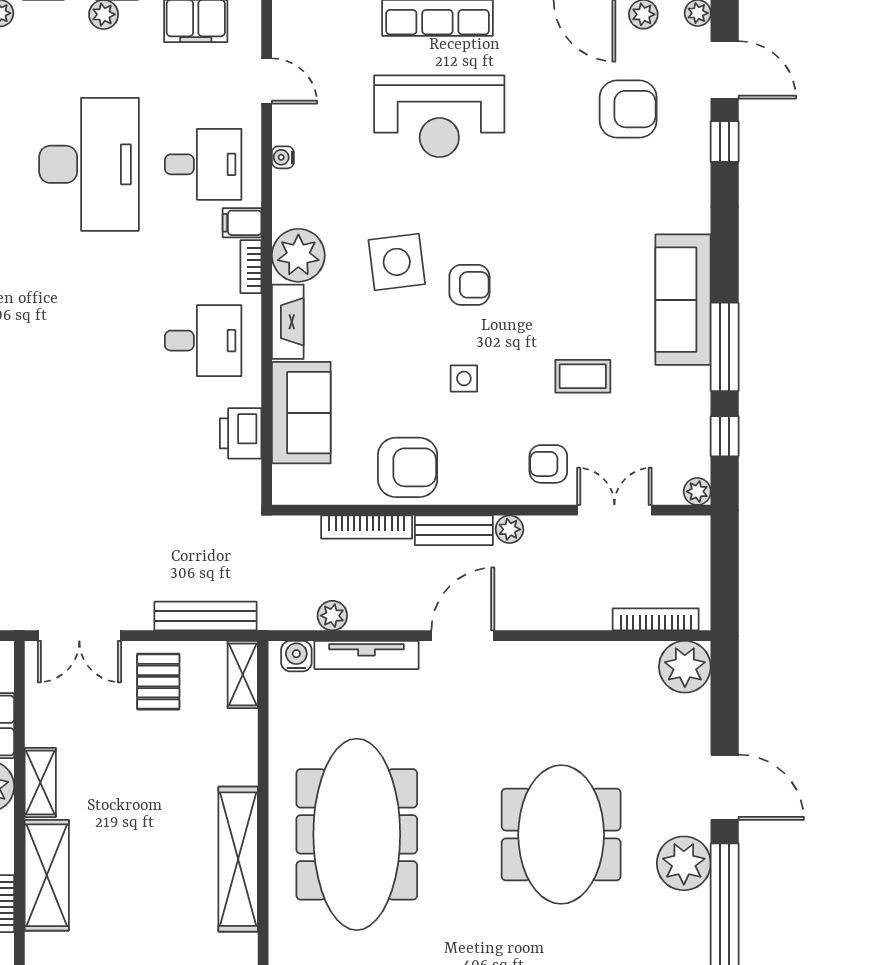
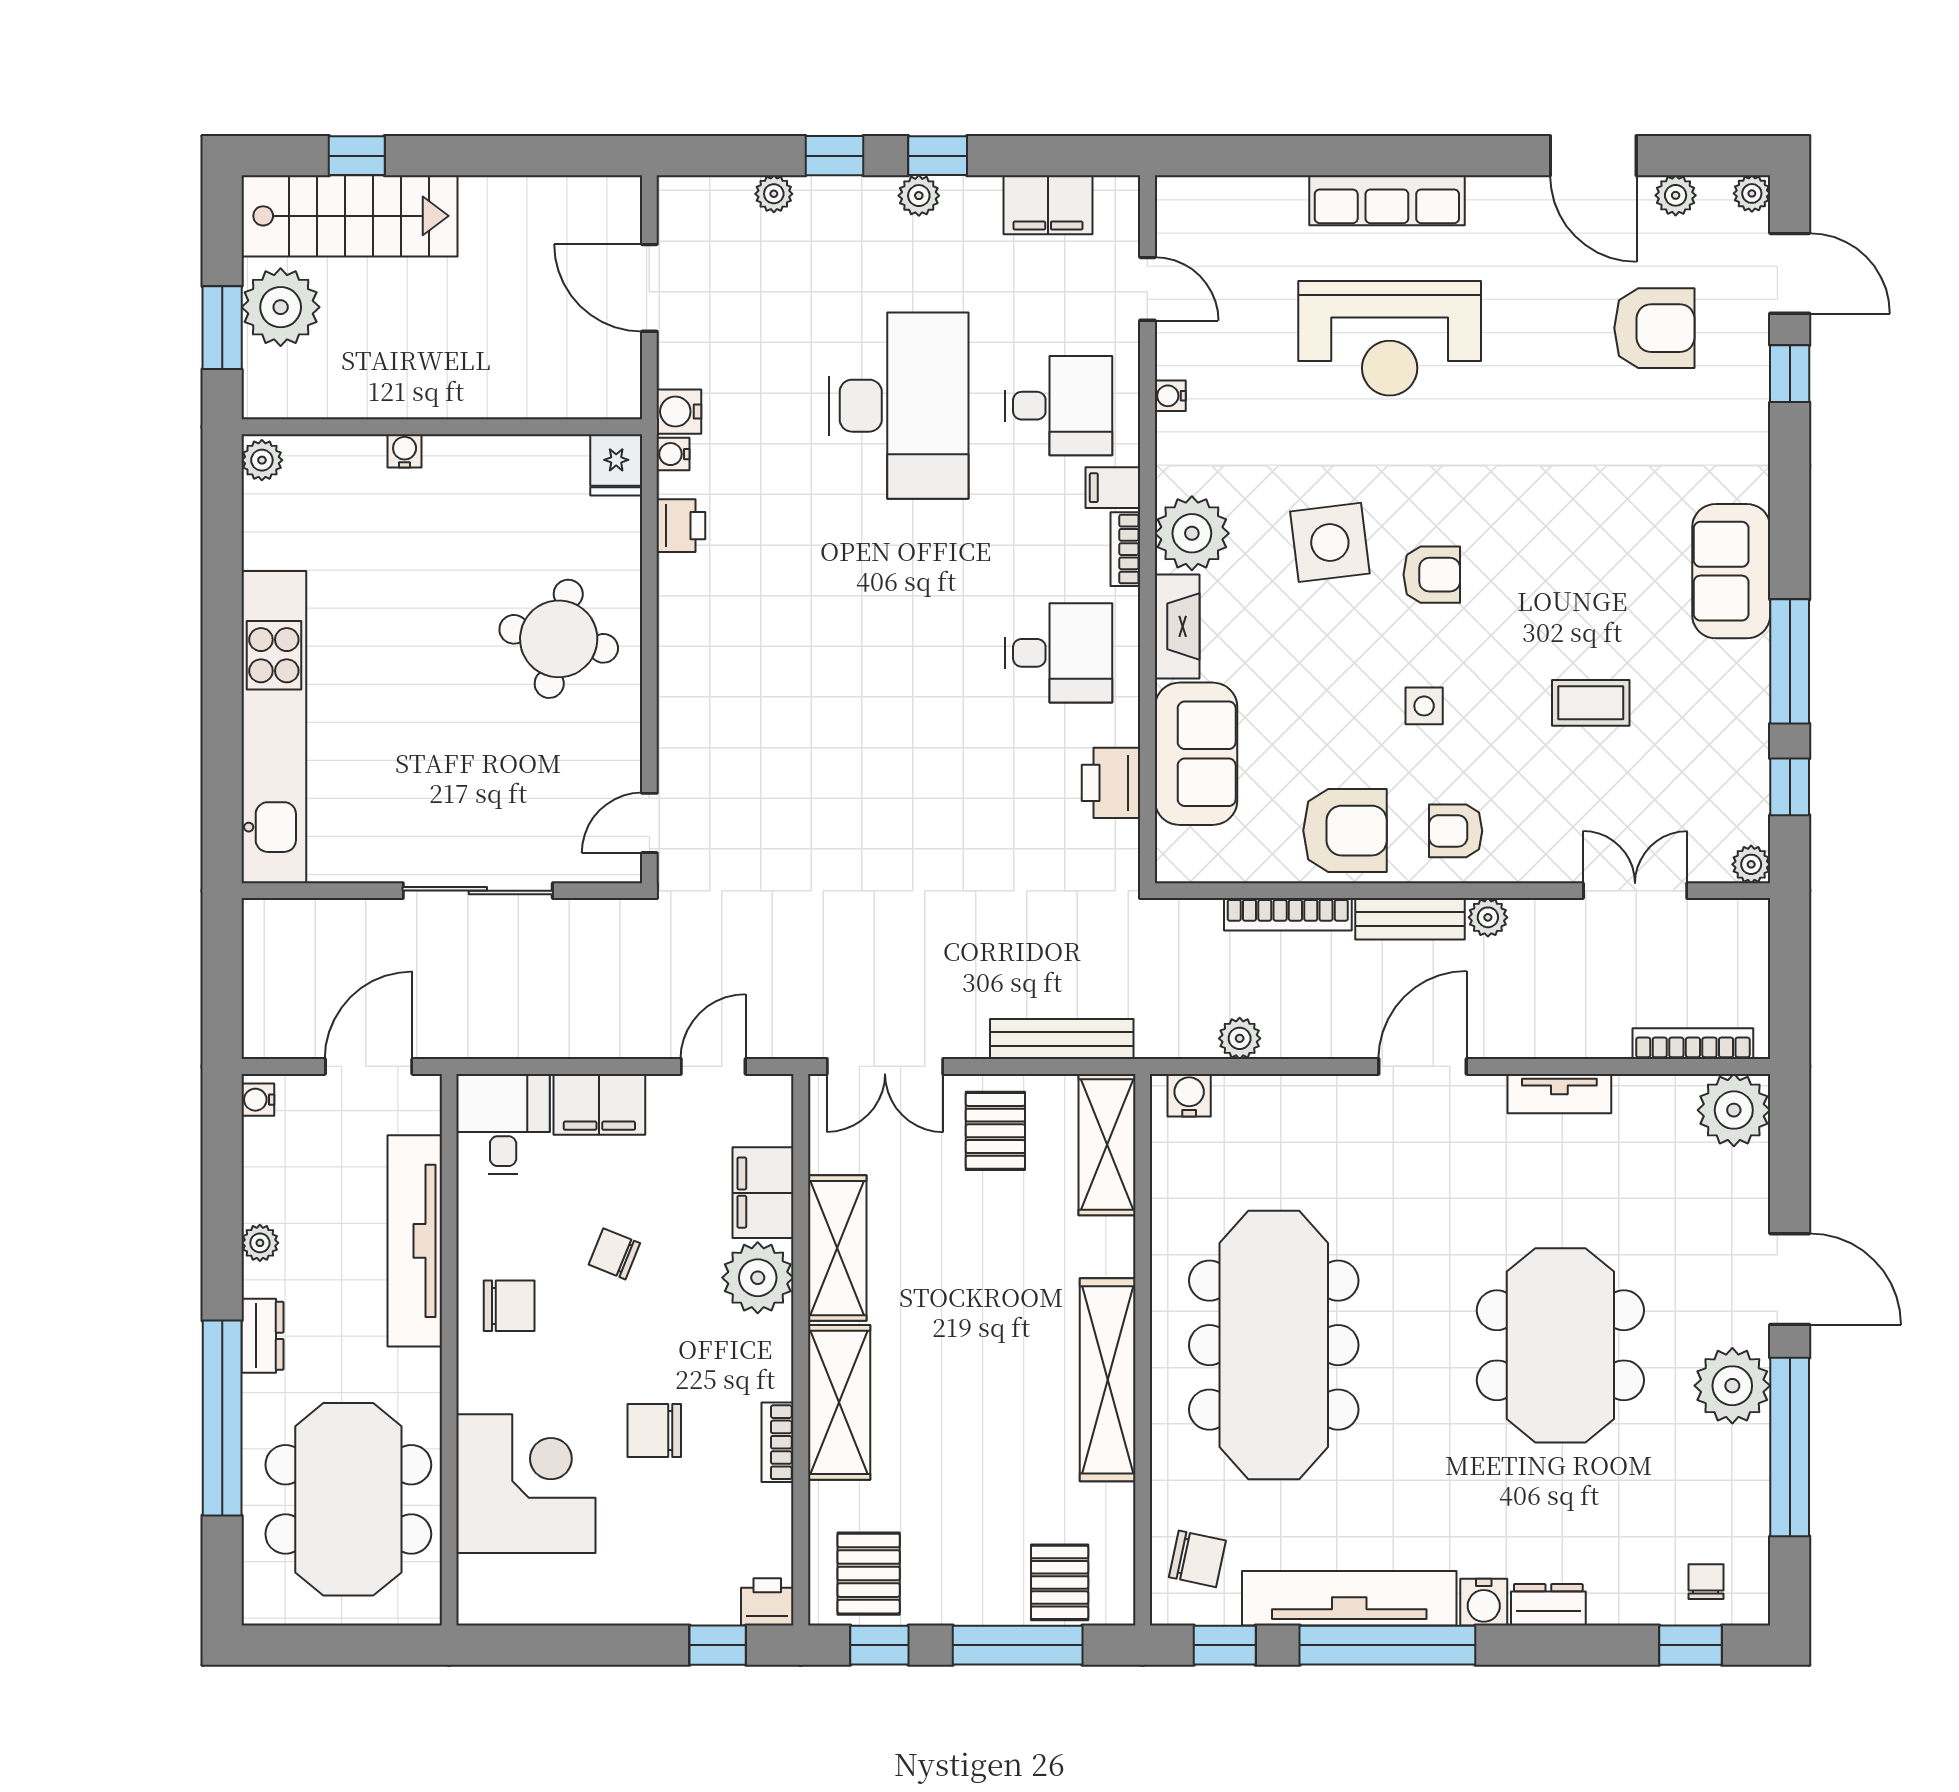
sofa: (683, 300) -> (1731, 571), width x0.73
armchair: (548, 464) -> (1456, 831), moved
tv unit: (366, 655) -> (1559, 1094), moved, width x0.71
shelving: (243, 675) -> (1107, 1145), width x1.50, depth x1.33
shelving: (40, 782) -> (837, 1248), width x1.50, depth x1.33

